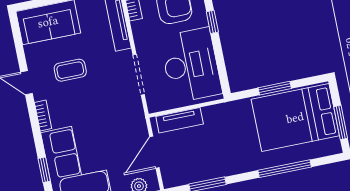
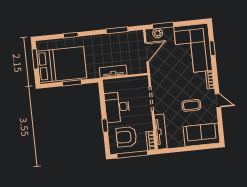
desk: (191, 65) -> (117, 107), width x0.73, depth x0.77
tv unit: (180, 120) -> (113, 71), moved
window: (285, 169) -> (71, 35), width x0.46

